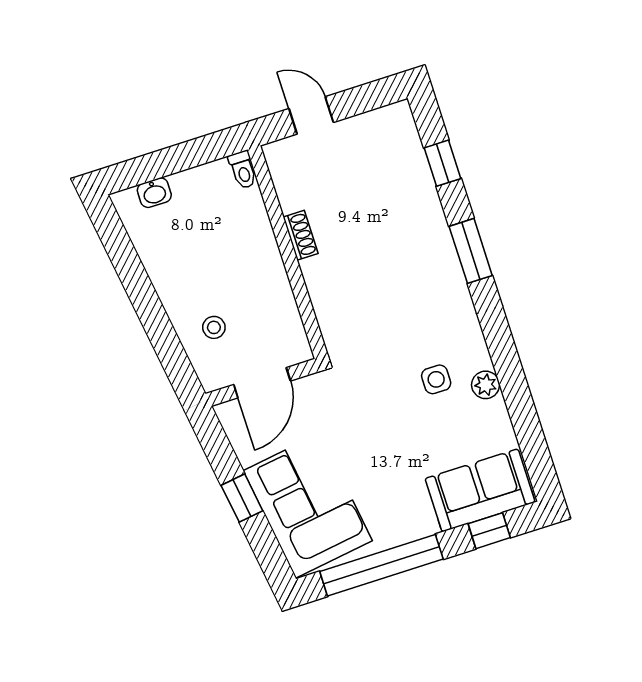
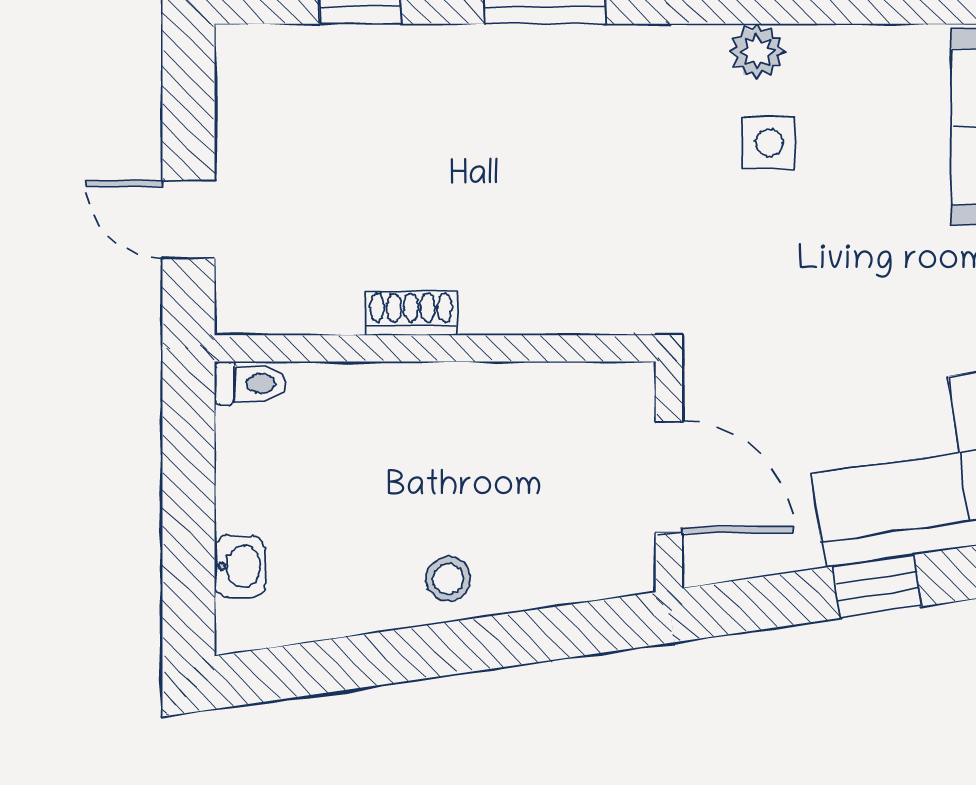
door: (311, 115) -> (189, 219), hinge flipped
stool: (214, 327) -> (448, 579), moved
plant: (486, 385) -> (757, 51), moved

